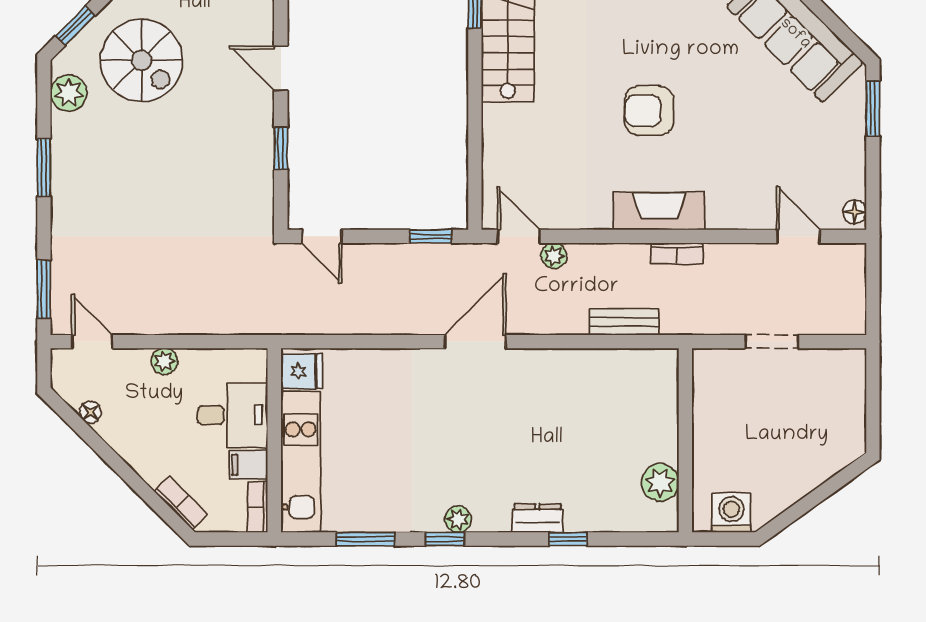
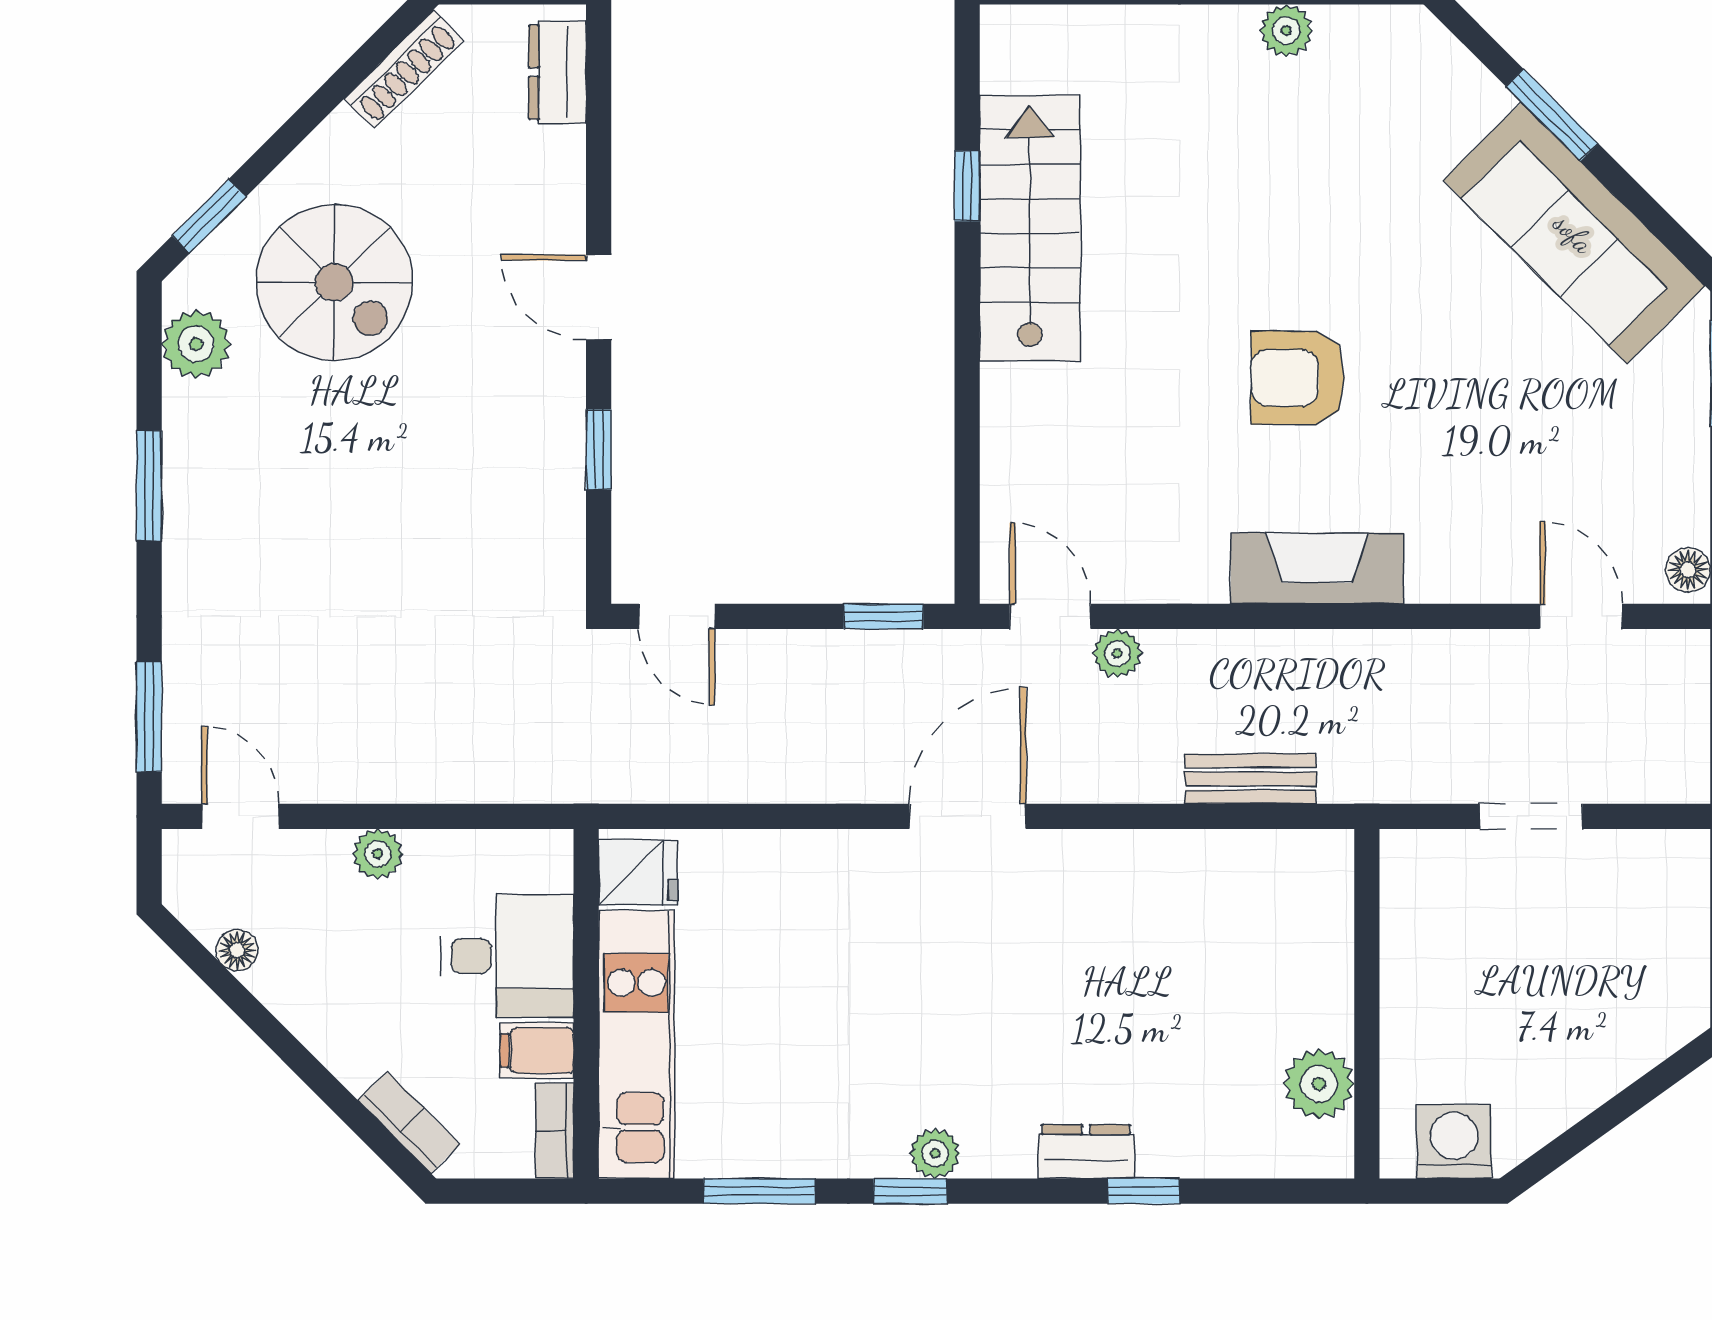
bookcase: (677, 253) -> (1351, 649), removed

